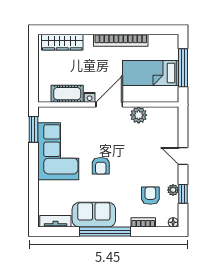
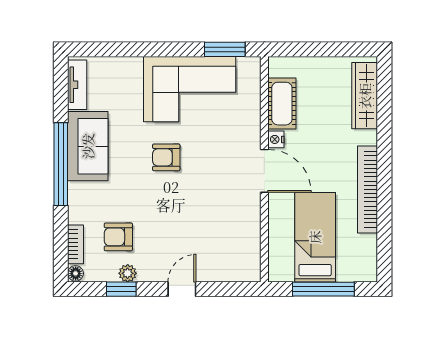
plant: (139, 115) -> (248, 218), removed
armchair: (150, 196) -> (118, 237), turned 180
bookcase: (143, 222) -> (76, 244), moved

